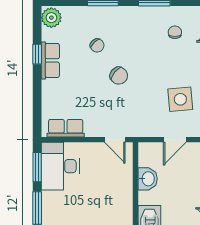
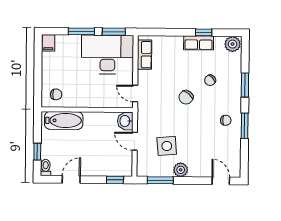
chair: (175, 32) -> (226, 120), moved
door: (115, 140) -> (135, 94), hinge flipped
desk: (60, 166) -> (107, 54), width x1.36, depth x1.30
washbasin: (148, 179) -> (125, 121), moved, turned 90

